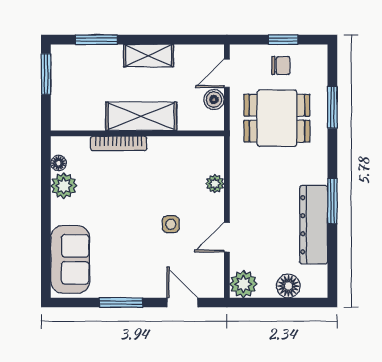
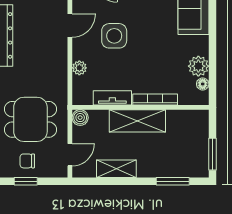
shelving: (149, 56) -> (116, 169), moved
boiler: (214, 100) -> (80, 118), moved
tv unit: (173, 145) -> (112, 98), added
side table: (171, 224) -> (114, 36), width x1.87, depth x1.87

